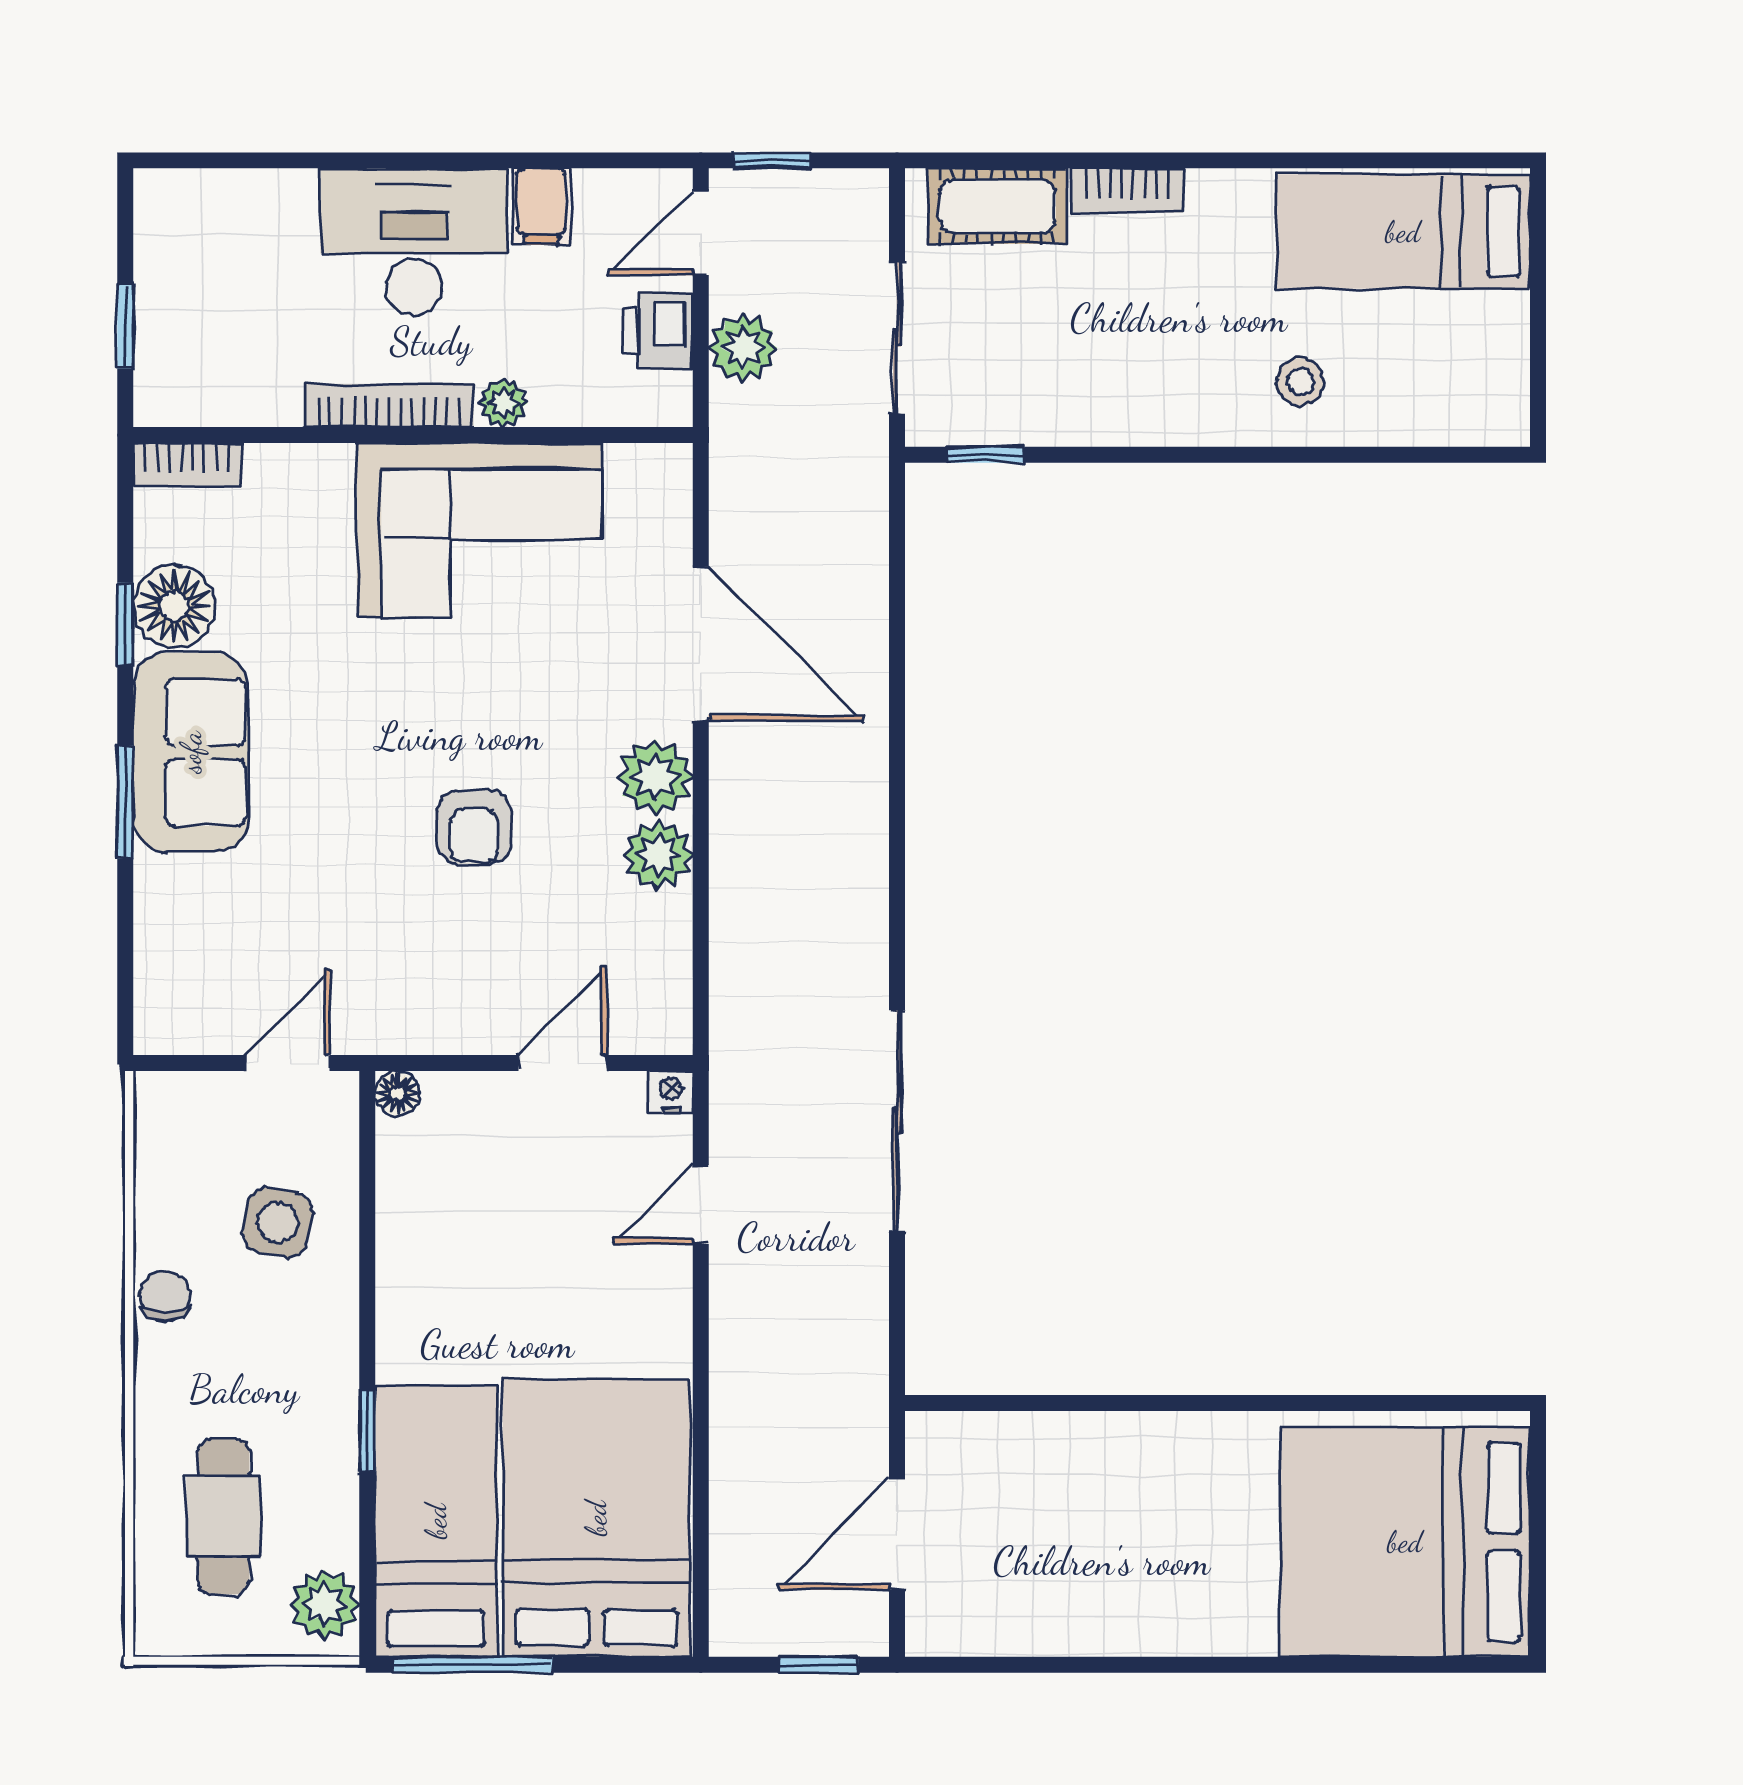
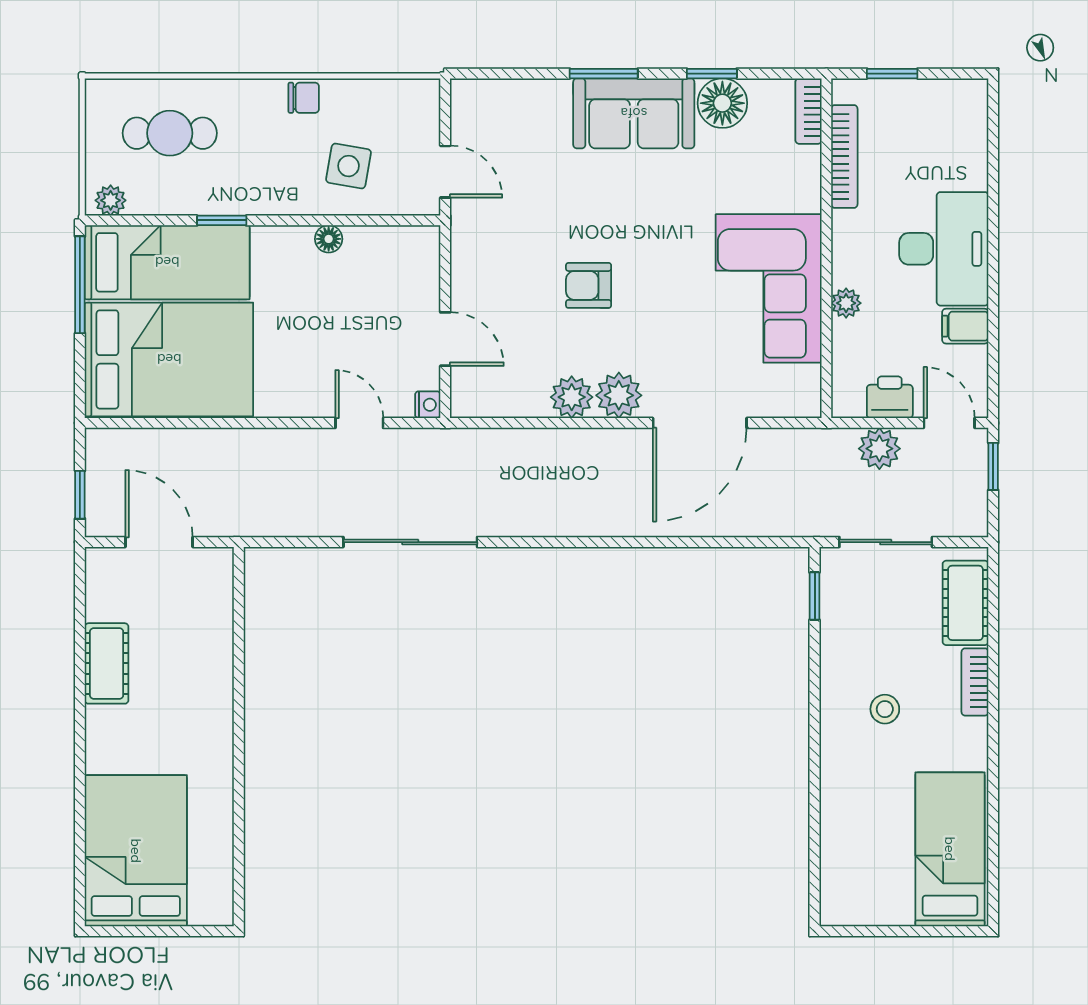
stool: (1300, 382) -> (885, 709), moved
bookcase: (389, 406) -> (844, 156), moved
floor lamp: (398, 1093) -> (329, 239), moved
bed: (1405, 1542) -> (136, 851), width x0.73
plant: (325, 1605) -> (111, 200), width x0.73, depth x0.73
cot: (1097, 1621) -> (107, 663), added

